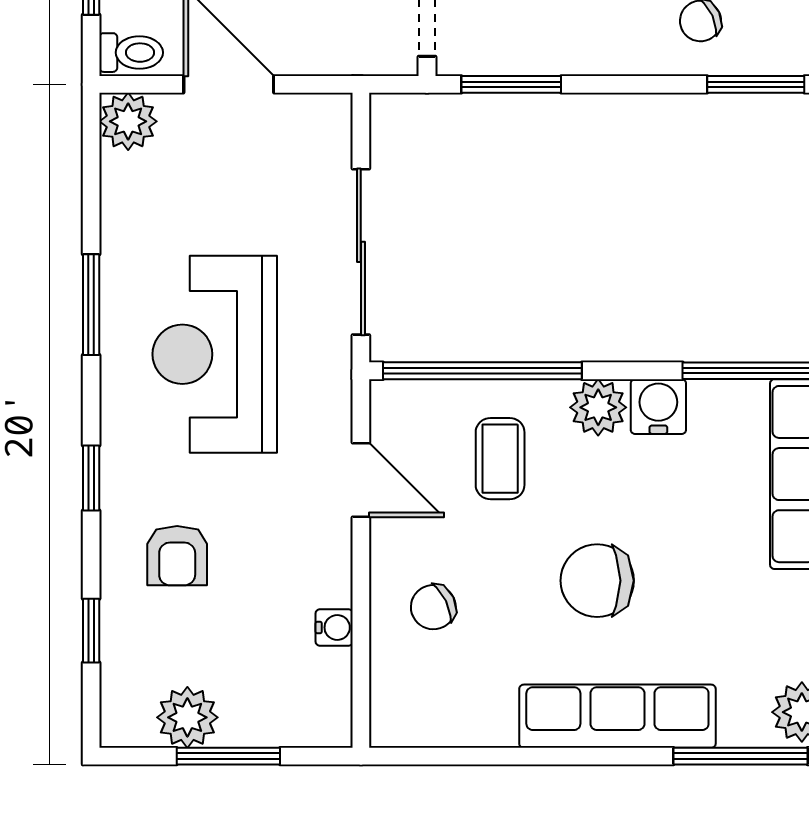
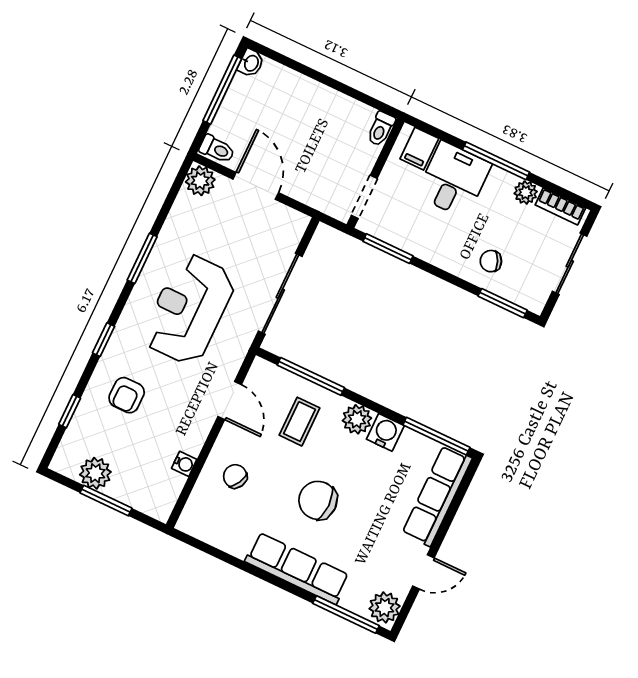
window: (482, 371) -> (311, 376), width x0.68
chair: (433, 607) -> (235, 476), turned 54

